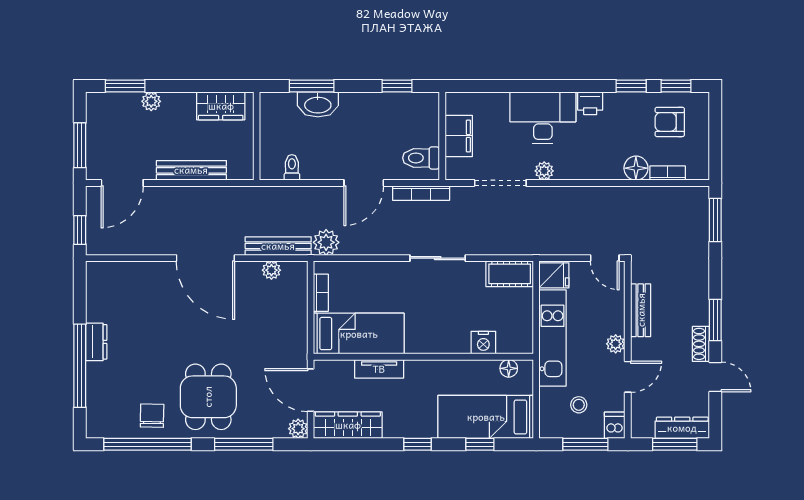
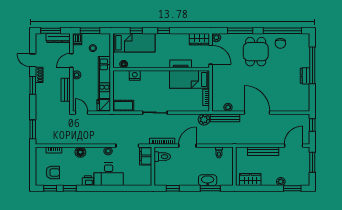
filing cabinet: (459, 136) -> (146, 156), moved
floor lamp: (636, 168) -> (80, 152), moved
wardrobe: (348, 425) -> (199, 39), width x0.67
dresser: (682, 428) -> (58, 38), moved

